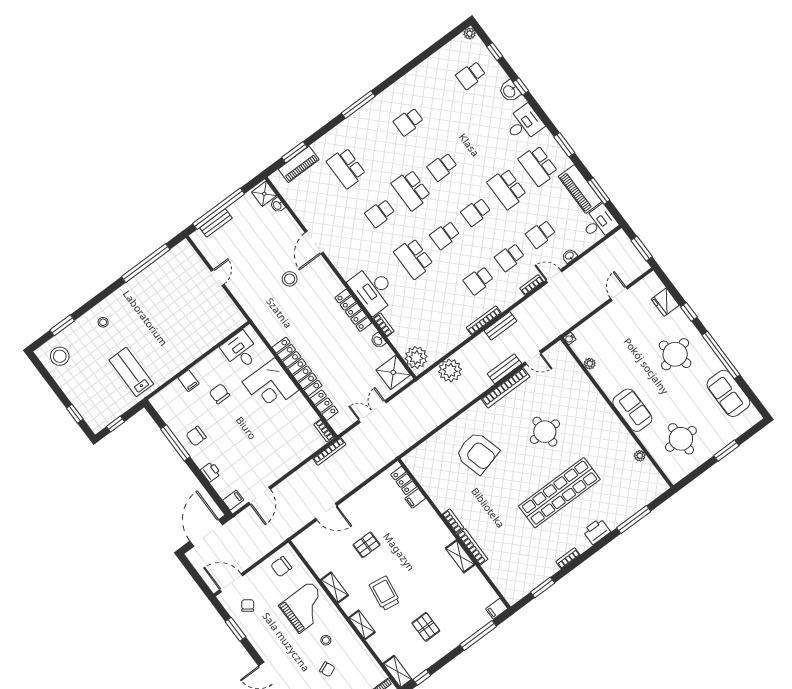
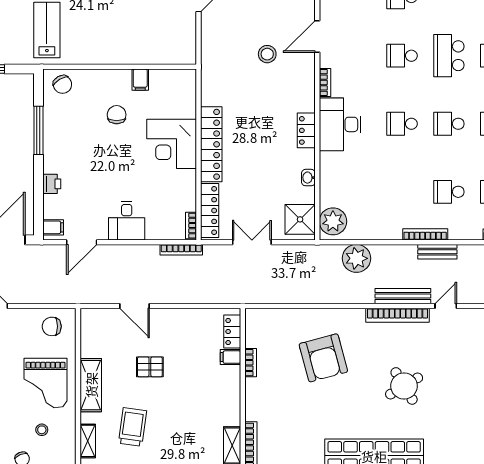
school desk: (414, 258) -> (402, 124), width x0.54
locker: (353, 310) -> (306, 130), width x0.66
bookcase: (384, 325) -> (325, 82), moved
desk: (240, 351) -> (127, 221), moved, turned 180
door: (533, 358) -> (446, 306), swing flipped
bench: (504, 369) -> (403, 296), width x1.36
filing cabinet: (188, 381) -> (140, 80), moved
locker: (324, 405) -> (210, 211), width x1.53
round table: (545, 432) -> (404, 386), turned -31
chair: (196, 436) -> (62, 84), moved, turned -121
bookcase: (453, 521) -> (251, 363), moved
shelving: (335, 588) -> (91, 385), width x1.50, depth x1.33
grand piano: (305, 607) -> (45, 383), turned 90

